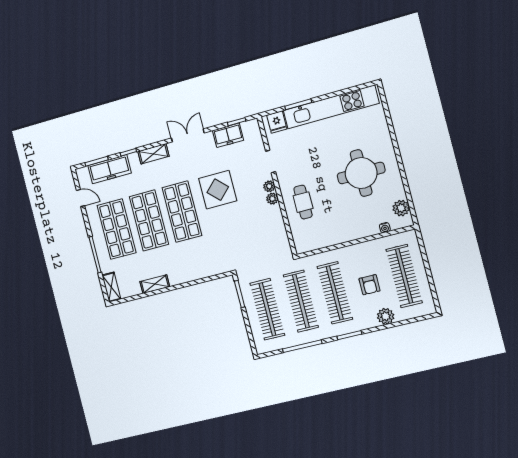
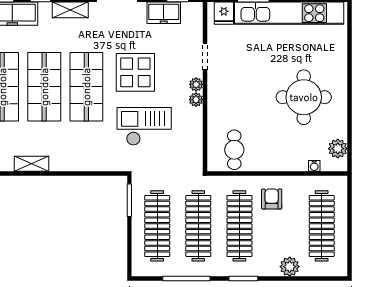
cafe table: (303, 202) -> (234, 150), moved
checkout: (236, 231) -> (144, 126), added
armchair: (370, 285) -> (272, 199), moved, turned 180

